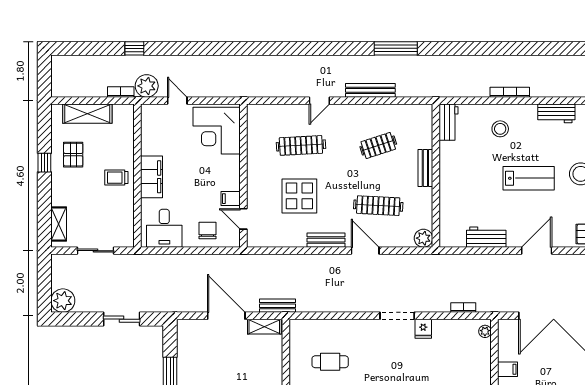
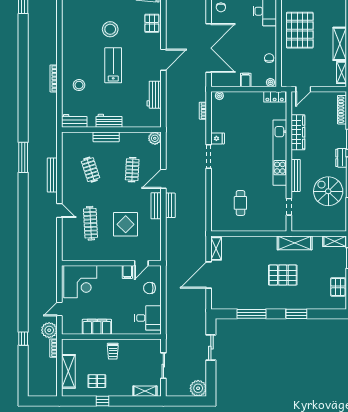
workbench: (556, 113) -> (109, 121), moved, turned -90
filing cabinet: (152, 177) -> (97, 327), moved
clothes rail: (378, 206) -> (132, 170), width x0.73
door: (537, 251) -> (163, 60), swing flipped
bench: (277, 306) -> (170, 205), moved

